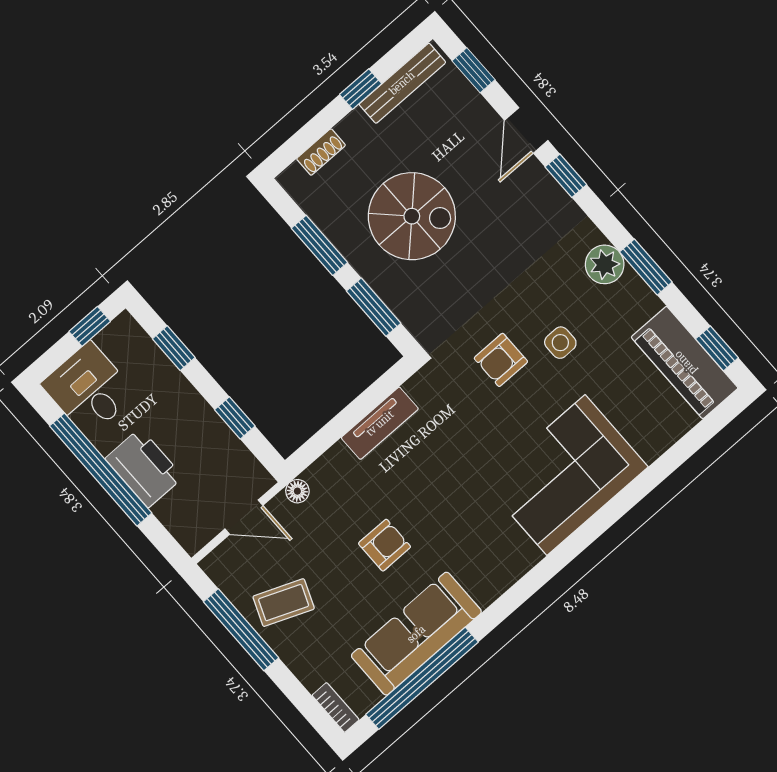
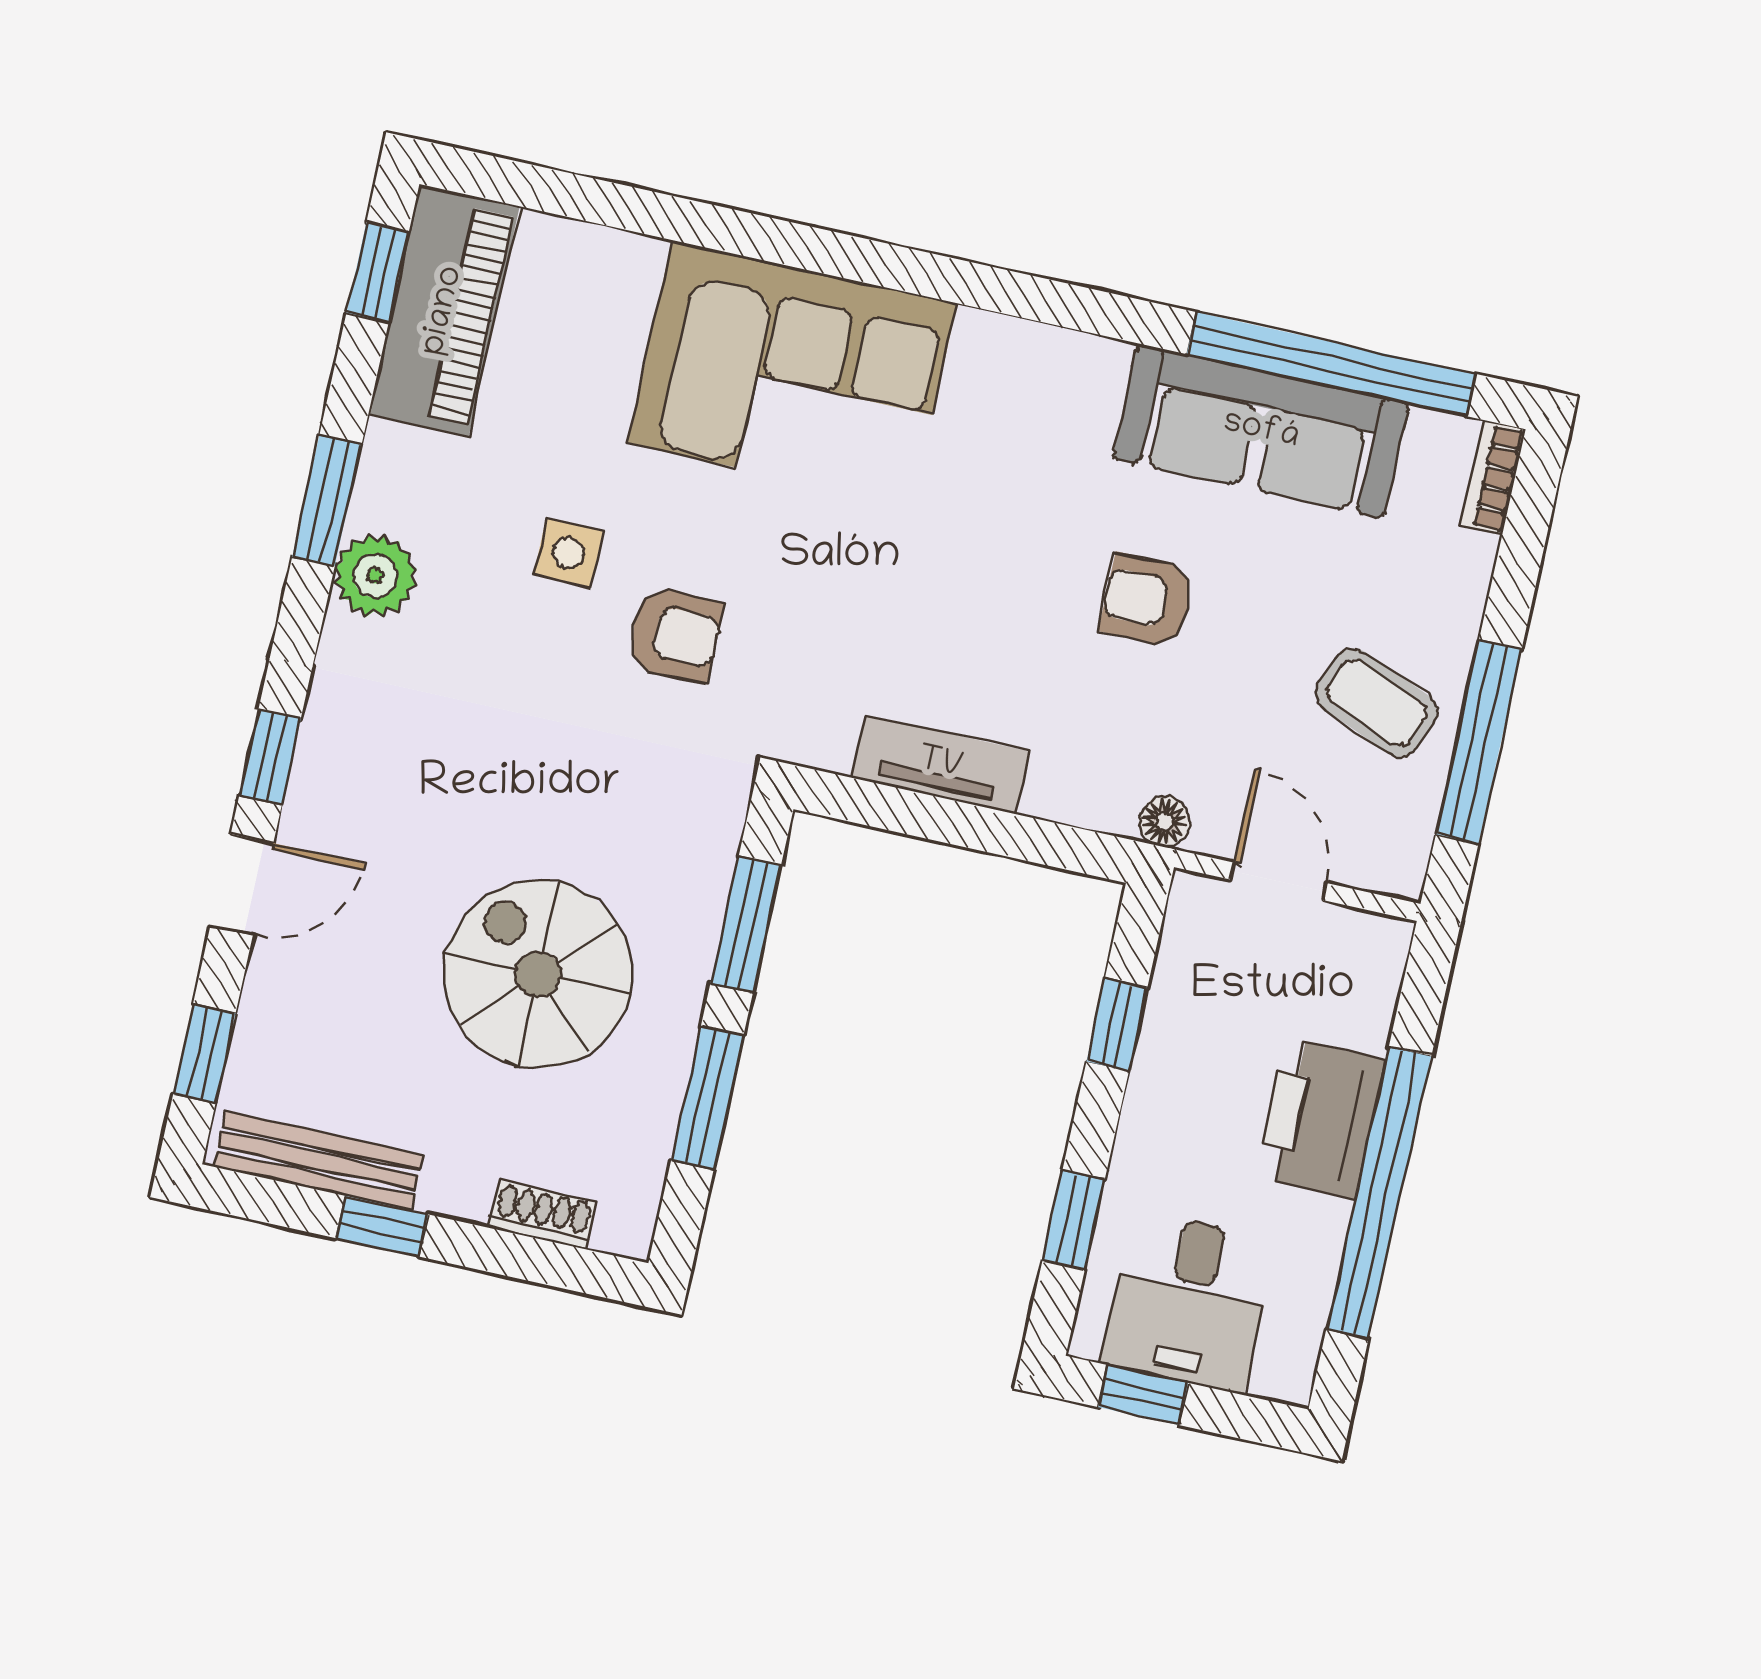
desk: (89, 389) -> (1189, 1302), moved

